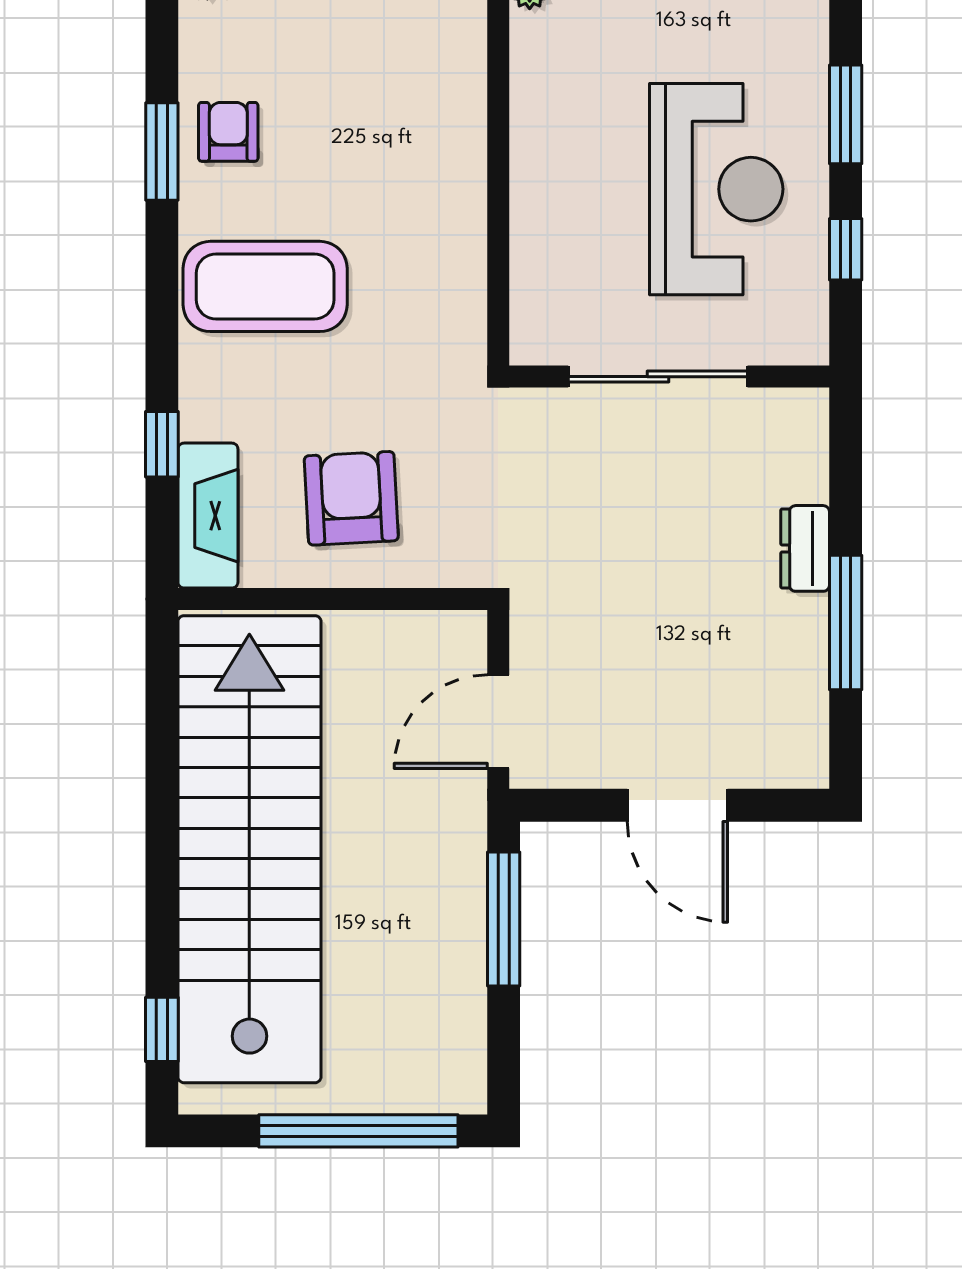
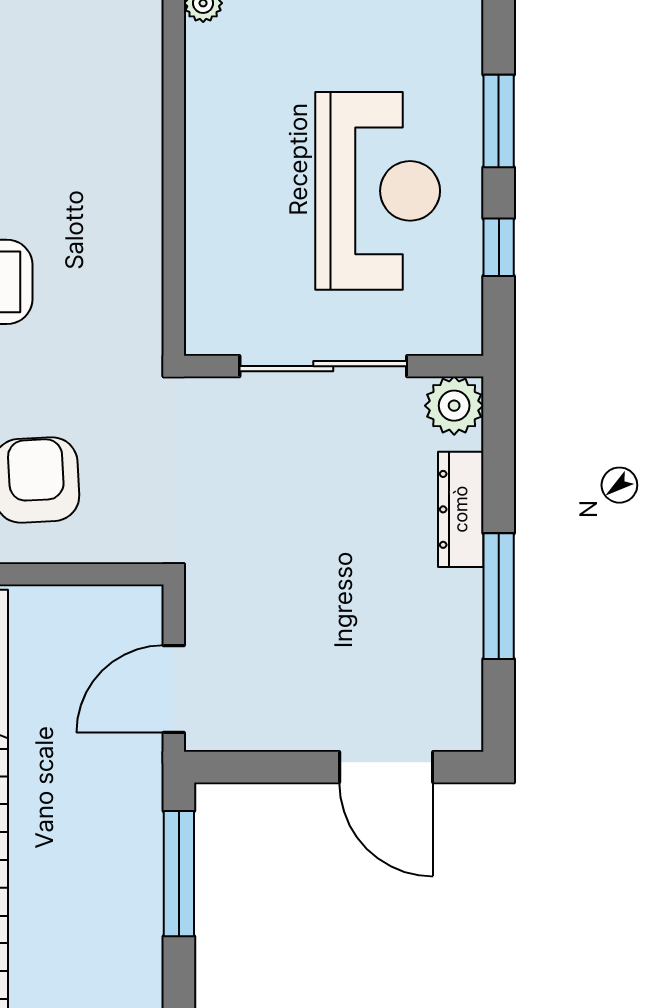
plant: (798, 419) -> (454, 406), added
dresser: (805, 548) -> (461, 509), width x1.44
door: (677, 805) -> (386, 767), moved

